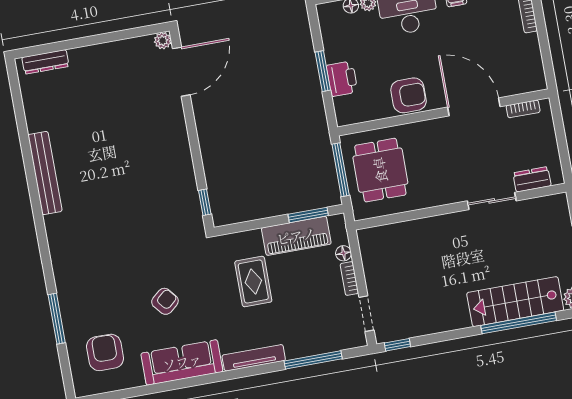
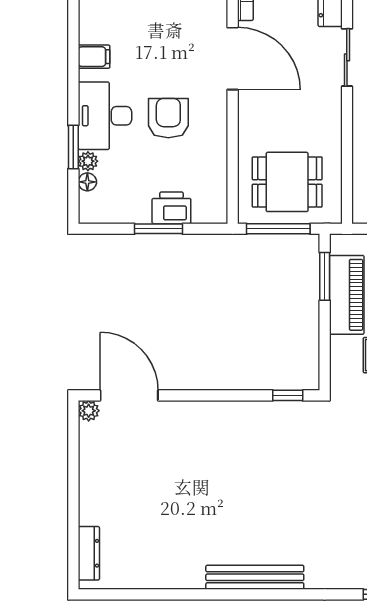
armchair: (409, 95) -> (168, 118), moved
door: (474, 107) -> (233, 58), swing flipped
bench: (45, 173) -> (255, 577), moved

